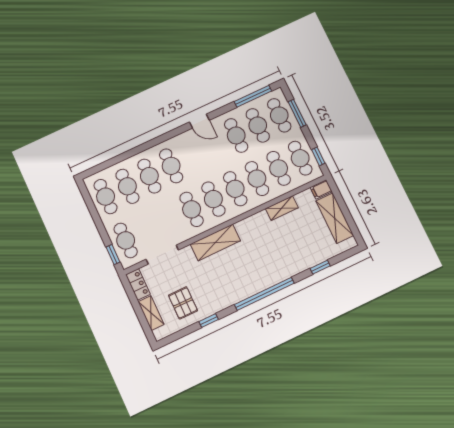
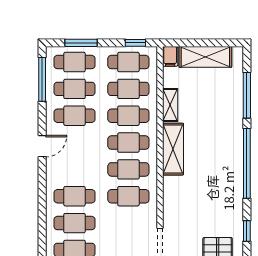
shelving: (215, 242) -> (173, 149), moved
window: (320, 267) -> (247, 95), width x2.17

